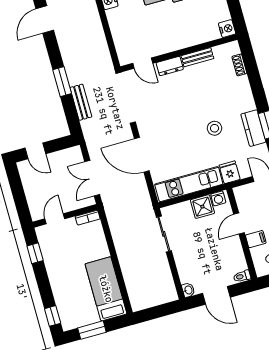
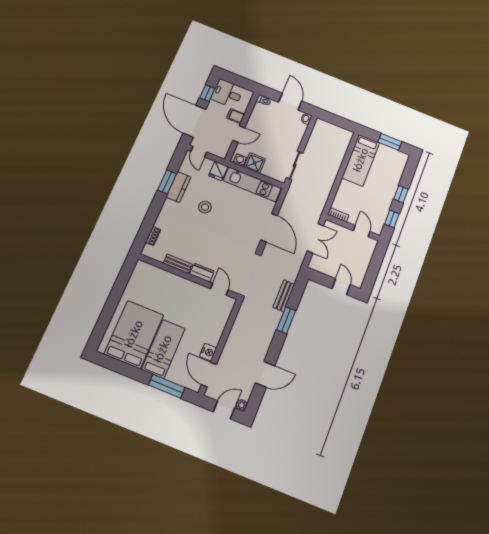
nightstand: (227, 29) -> (141, 267), removed
door: (55, 219) -> (362, 231), swing flipped
window: (53, 316) -> (401, 194), moved

